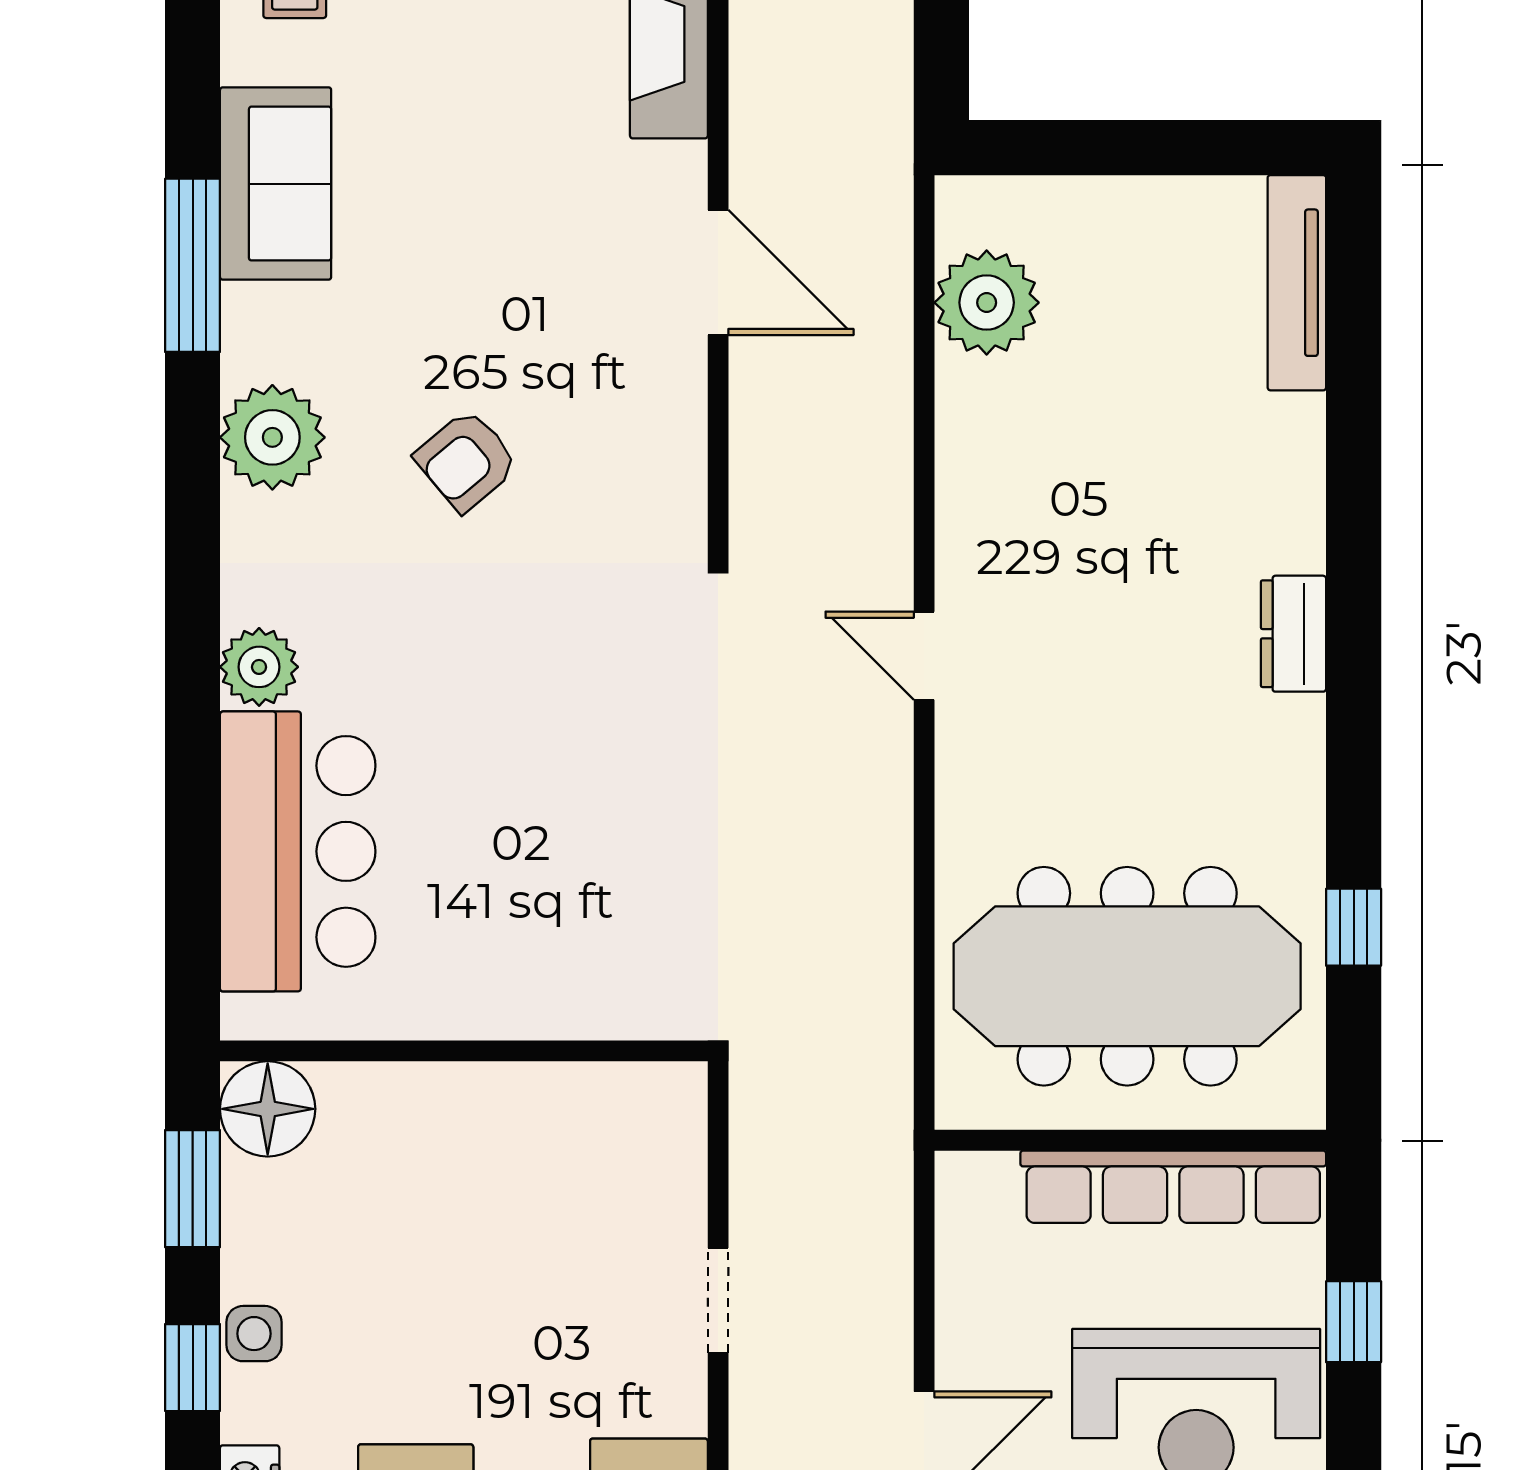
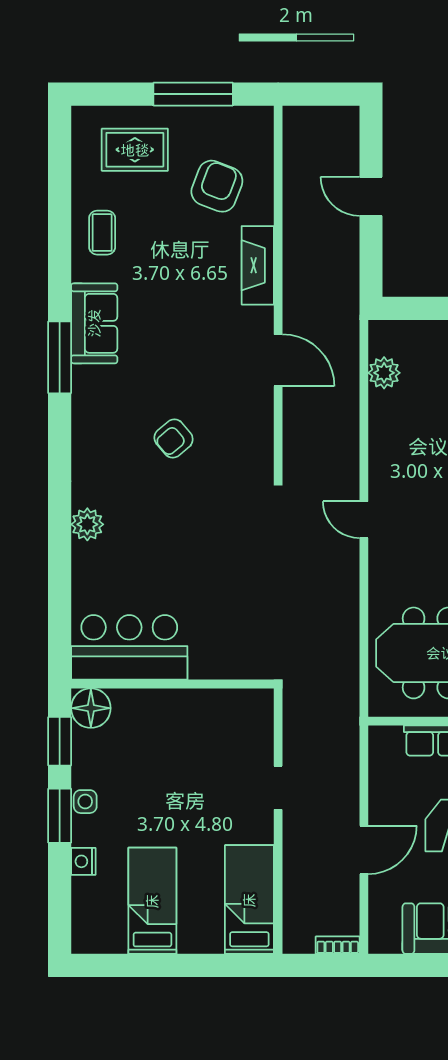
plant: (987, 303) -> (384, 373), width x0.73, depth x0.73
plant: (272, 437) -> (93, 429), removed
bar counter: (298, 851) -> (129, 647), moved, turned -90
window: (193, 1368) -> (60, 816), width x1.50

